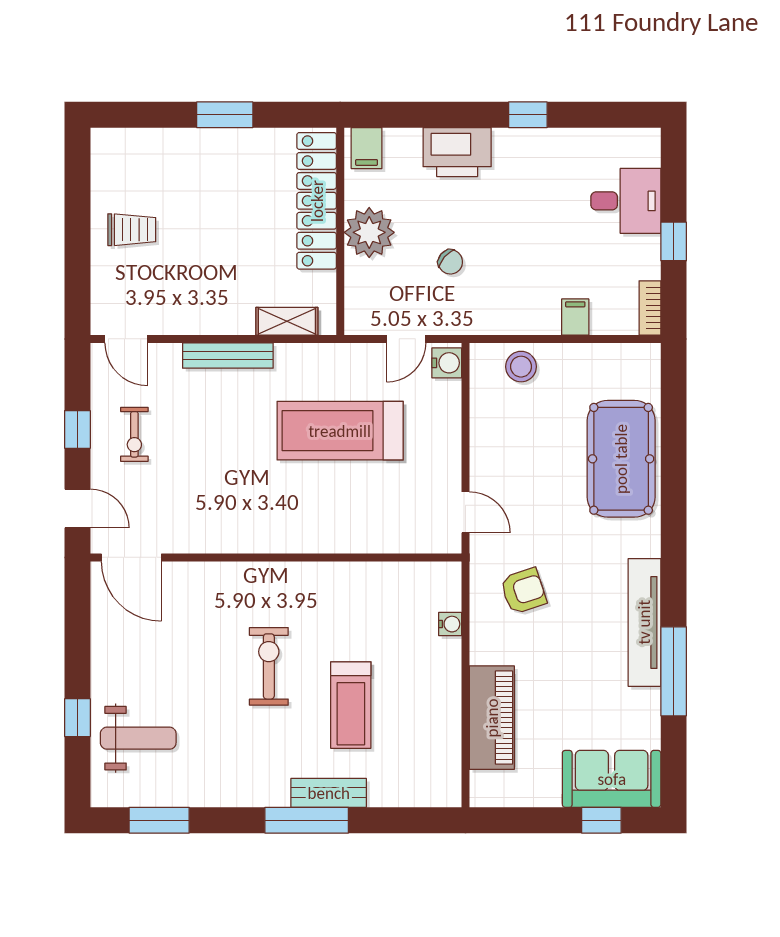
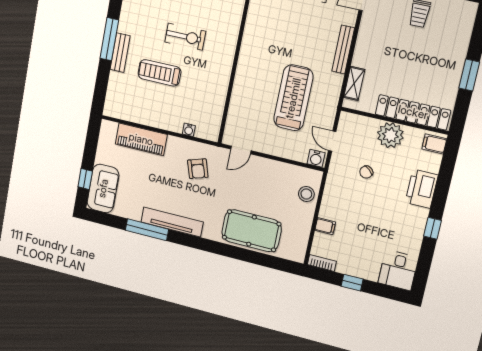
desk: (626, 201) -> (398, 270), moved

